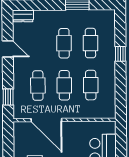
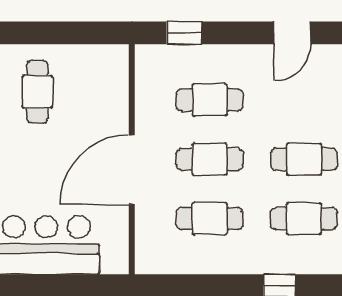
door: (46, 120) -> (132, 170), moved

